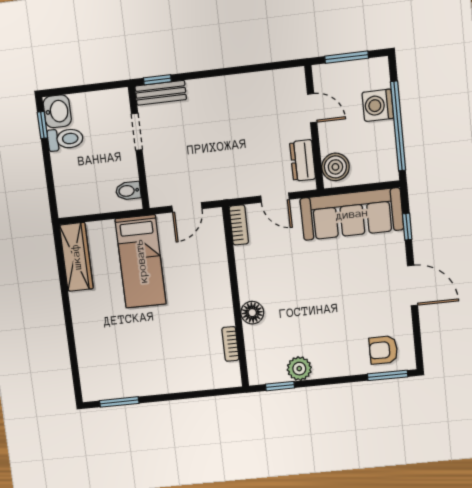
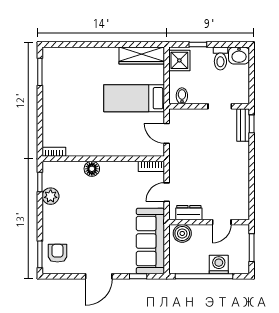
window: (42, 125) -> (198, 44), moved
shower: (76, 200) -> (179, 60), added
bookcase: (230, 344) -> (54, 152), moved

